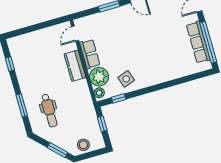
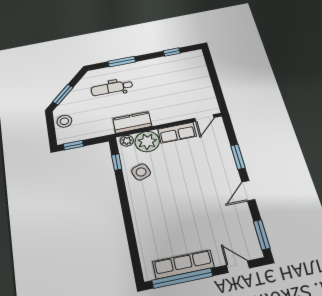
door: (75, 33) -> (204, 118), swing flipped
kitchen counter: (75, 66) -> (132, 122), moved
window: (102, 124) -> (73, 145), moved

